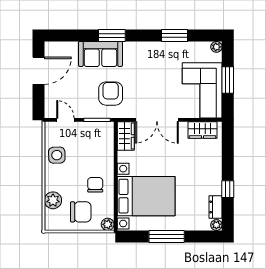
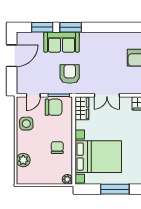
window: (175, 36) -> (42, 27), moved
door: (65, 120) -> (33, 95), swing flipped
double door: (157, 120) -> (107, 95), width x0.73
chair: (81, 212) -> (54, 107), moved

